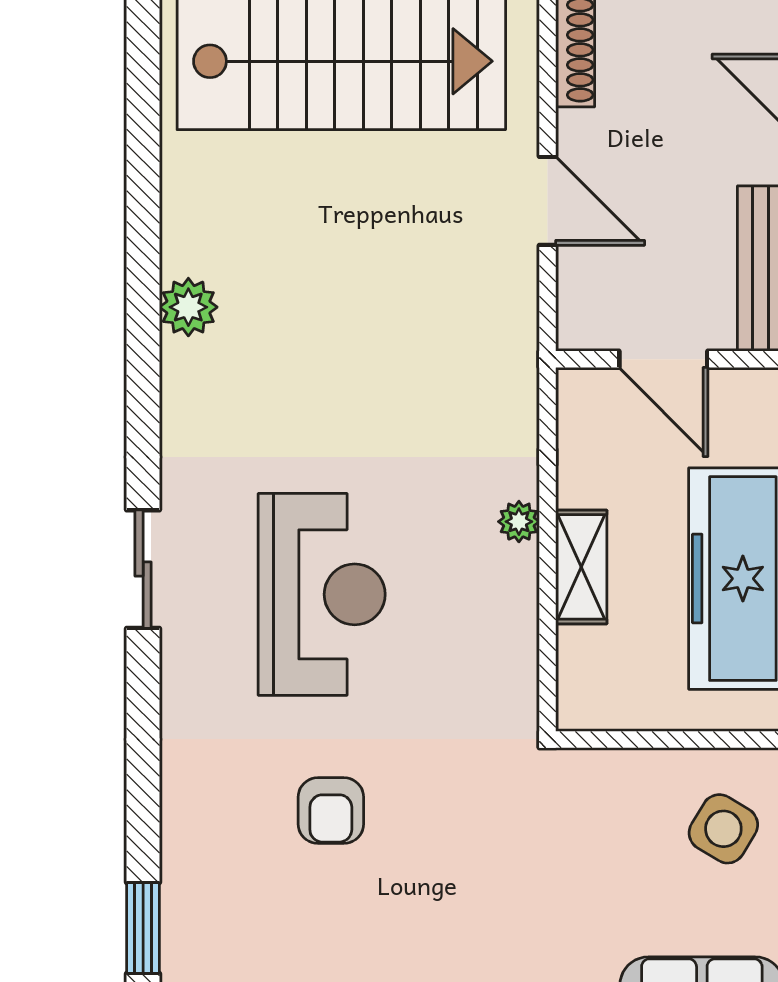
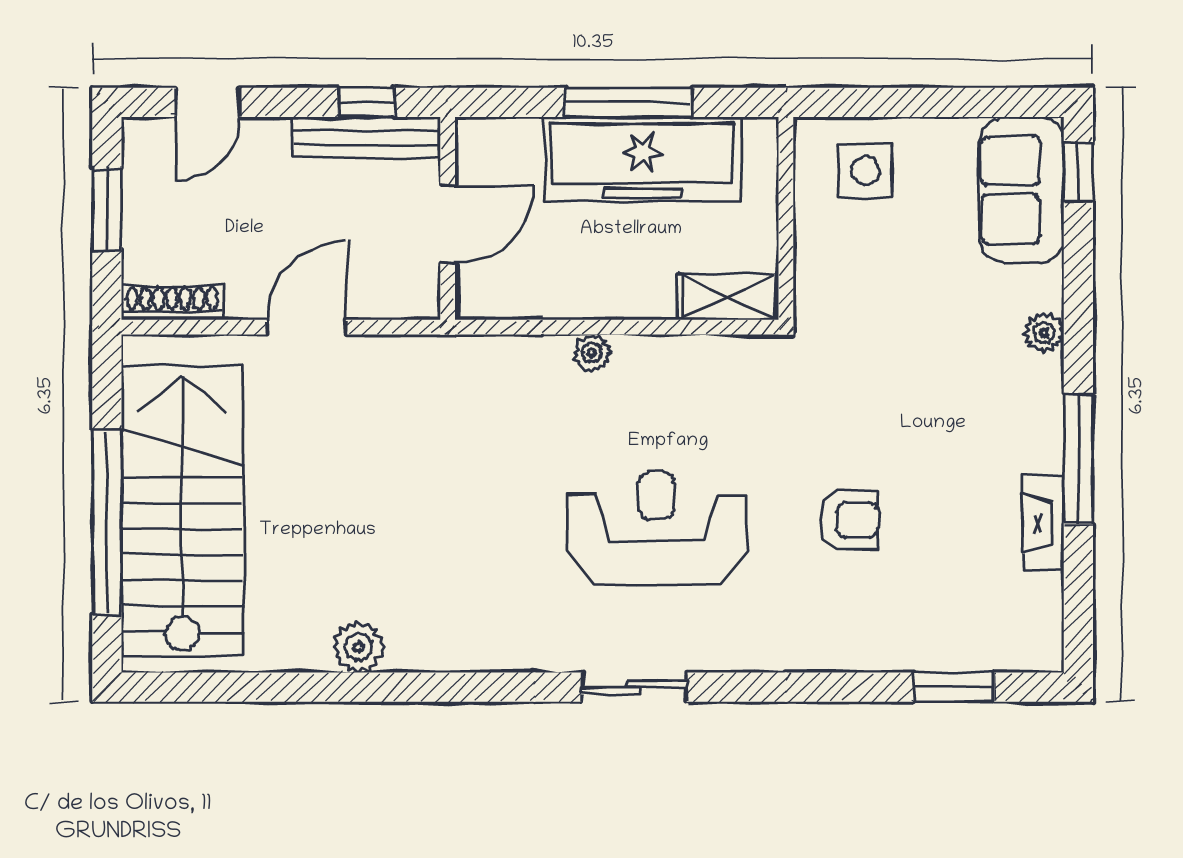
plant: (188, 307) -> (359, 647), moved
shelving: (581, 567) -> (728, 297), moved
side table: (723, 829) -> (865, 171), turned -31

